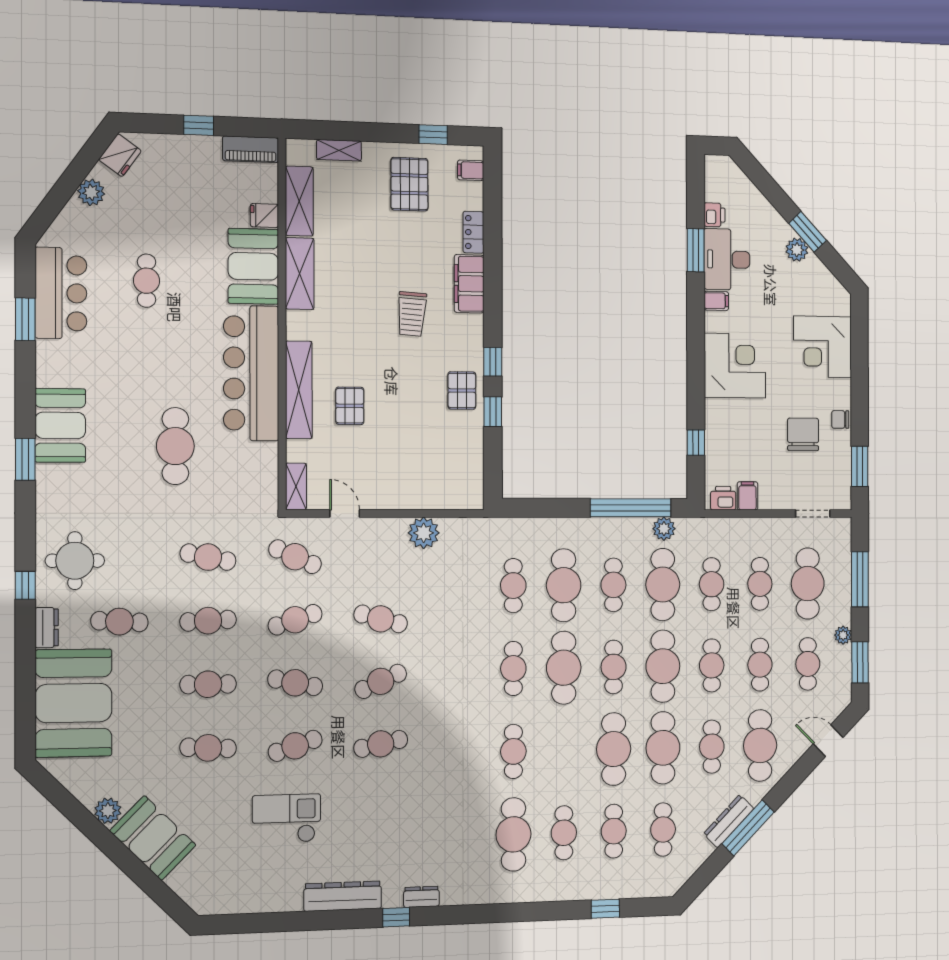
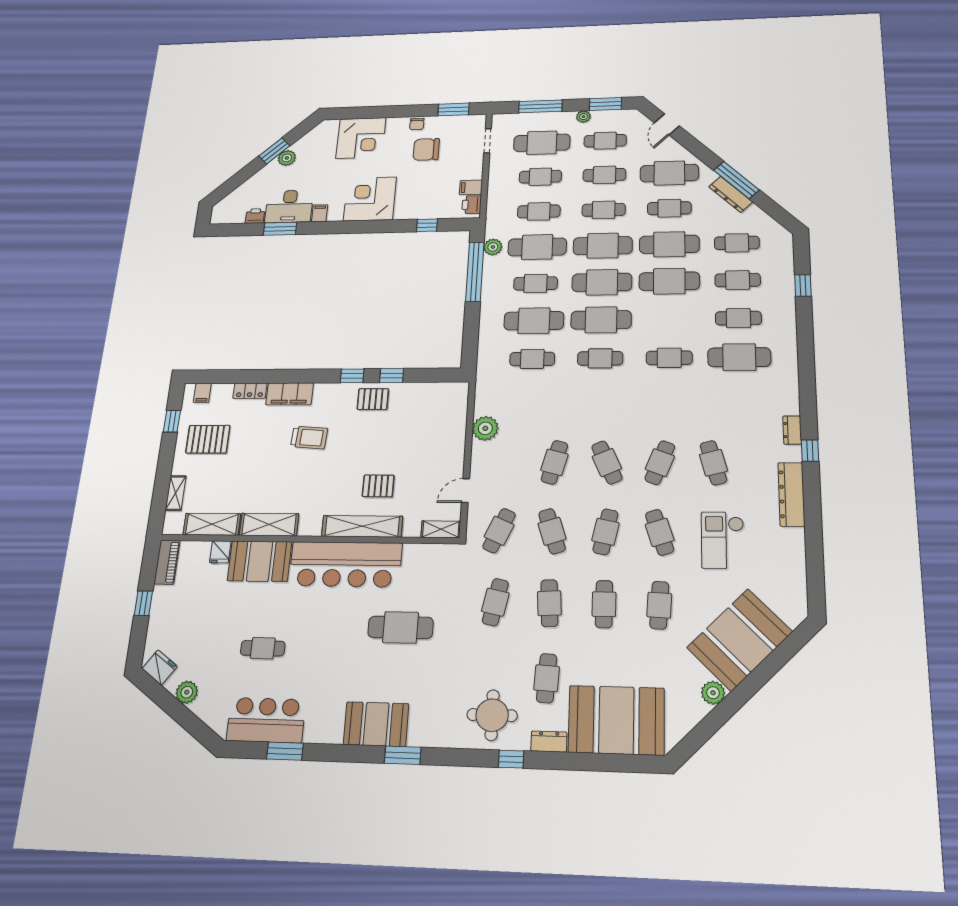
cafe table: (614, 667) -> (602, 282), width x1.37, depth x1.35
cafe table: (381, 744) -> (660, 463), turned 33
cafe table: (381, 806) -> (713, 463), added
booth: (153, 838) -> (740, 640), width x1.36, depth x1.42

